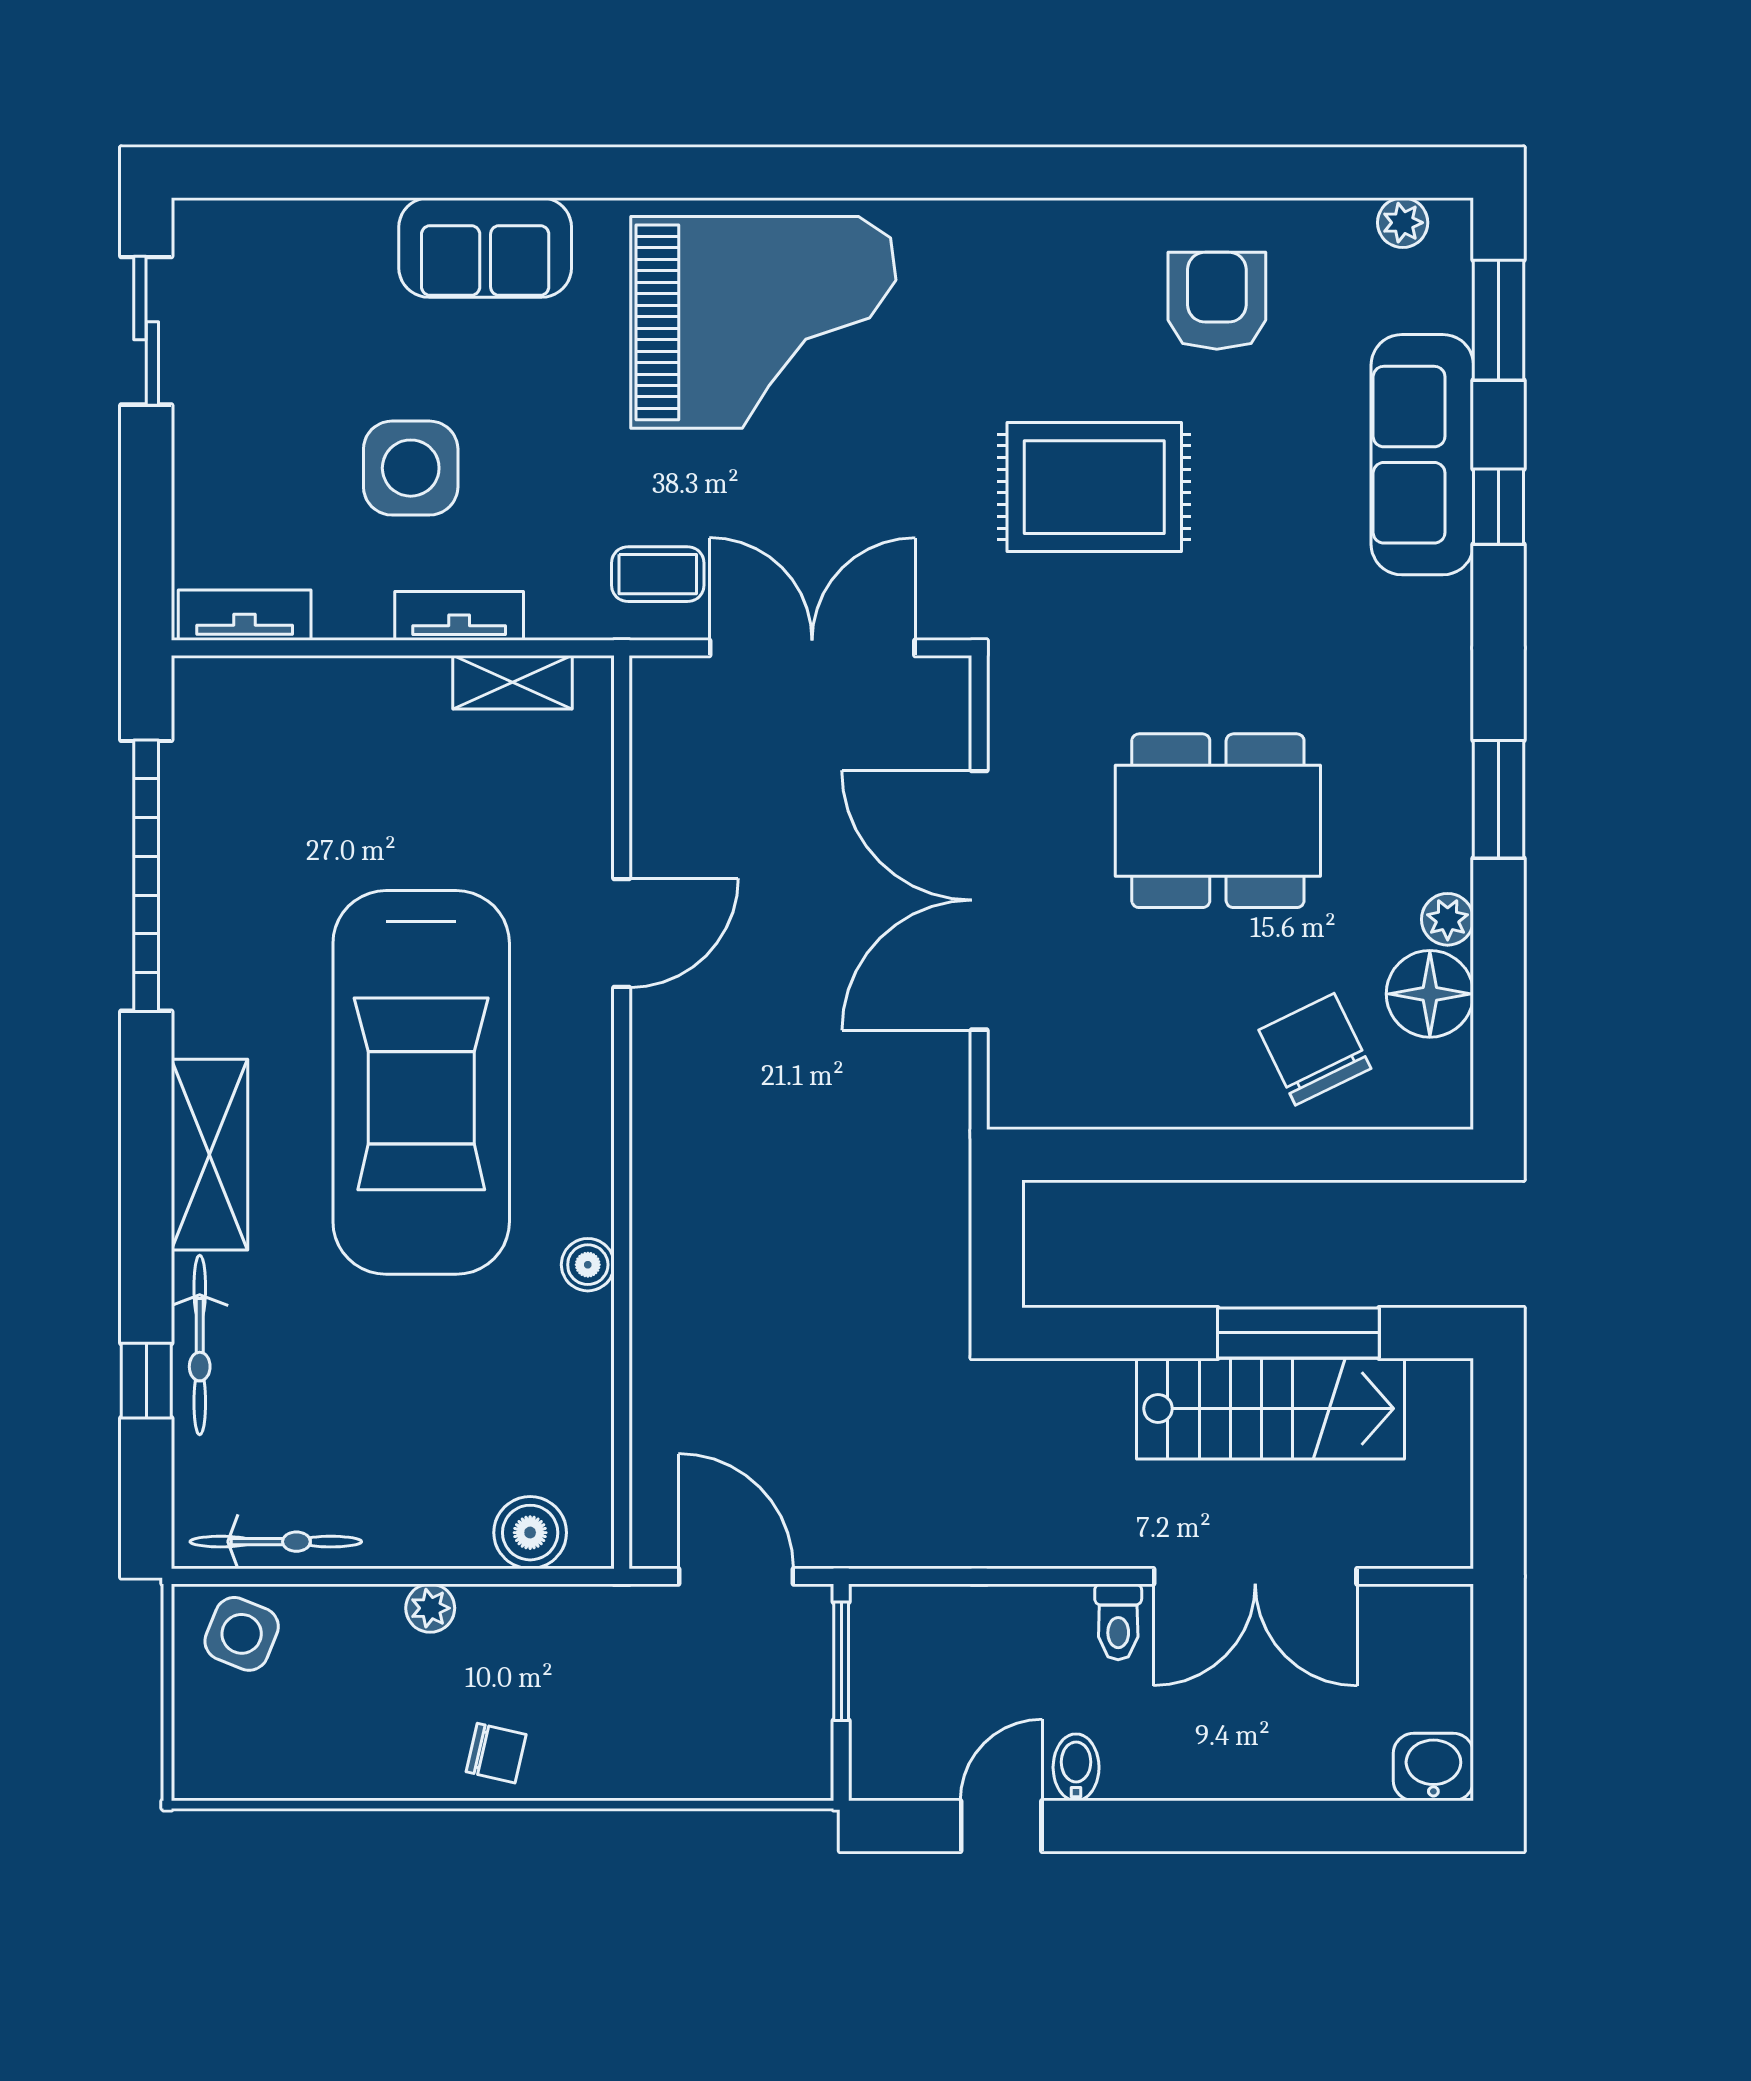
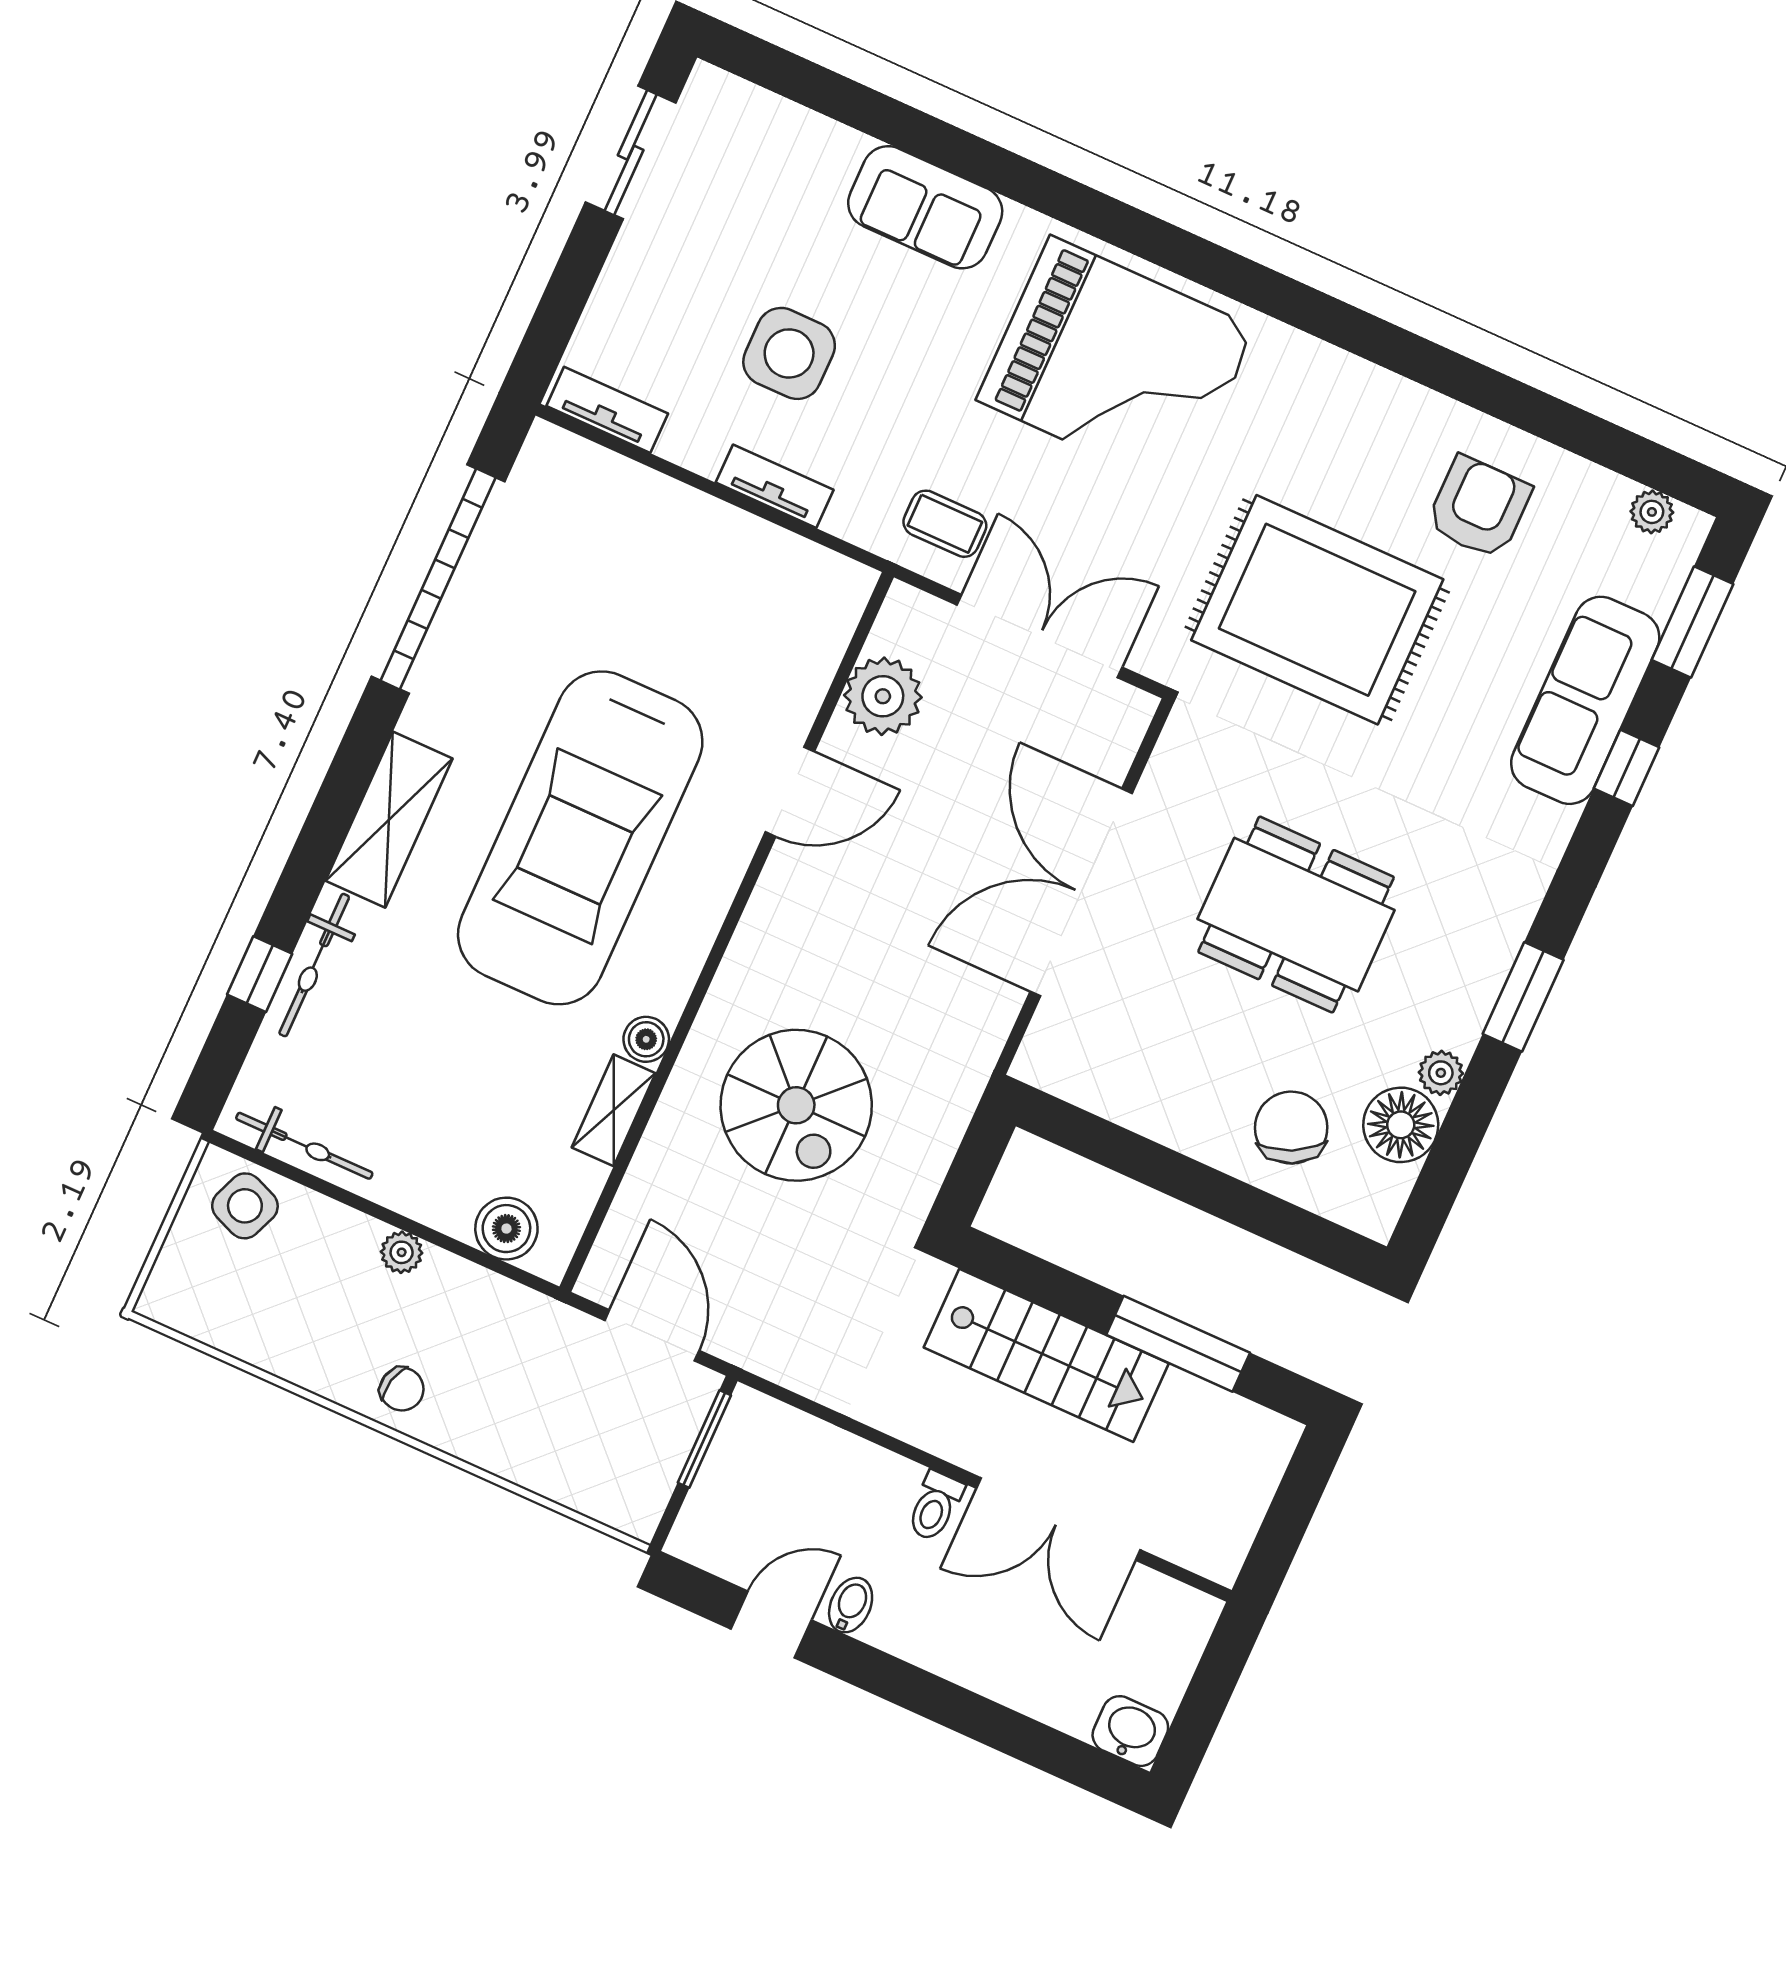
rug: (1094, 487) -> (1317, 610), width x1.37, depth x1.44
shelving: (513, 682) -> (614, 1110), moved, turned 90
plant: (675, 787) -> (883, 696), added
spiral stairs: (779, 1263) -> (796, 1105), added
stairs: (1270, 1409) -> (1046, 1355), moved

